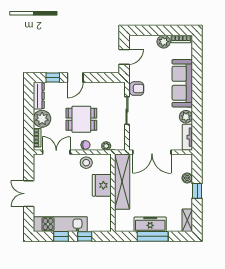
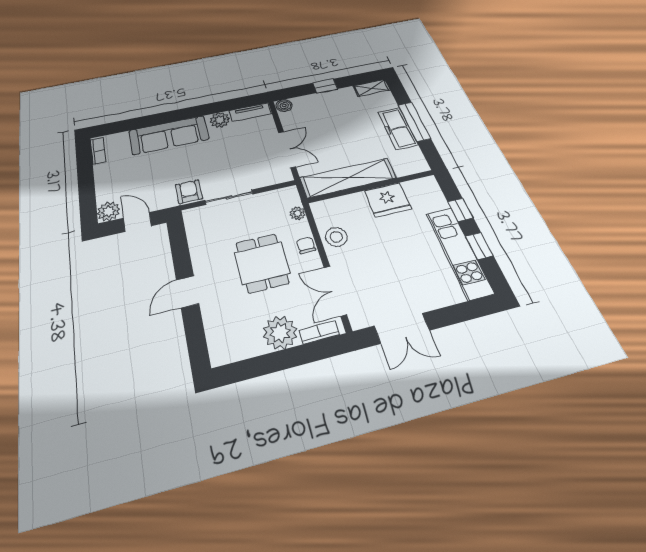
plant: (164, 42) -> (108, 211), moved
window: (53, 77) -> (195, 333), removed
door: (75, 77) -> (187, 292), swing flipped
dresser: (39, 96) -> (236, 351), removed
double door: (152, 152) -> (287, 149), width x0.73
boiler: (187, 178) -> (284, 106), moved
fridge: (102, 185) -> (388, 200), moved
double door: (29, 194) -> (402, 328), moved

